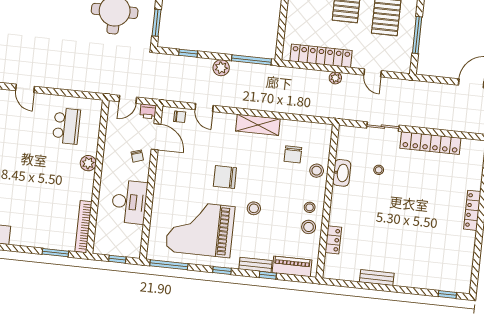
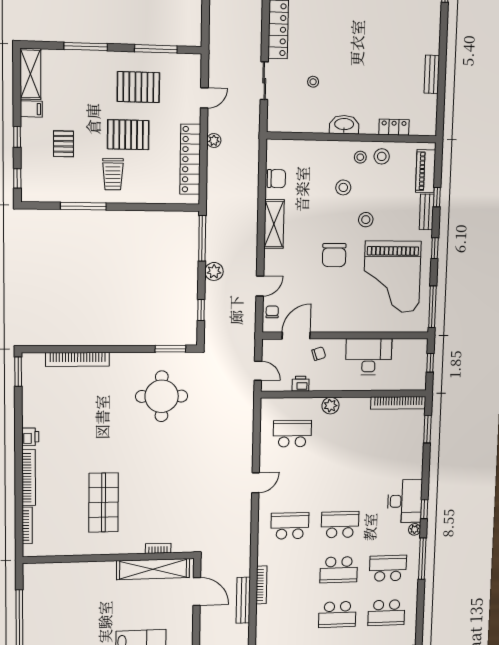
printer: (148, 111) -> (301, 384), moved, turned -90
chair: (293, 154) -> (276, 179), moved
stool: (317, 171) -> (343, 187), moved
washbasin: (342, 173) -> (344, 125), moved

